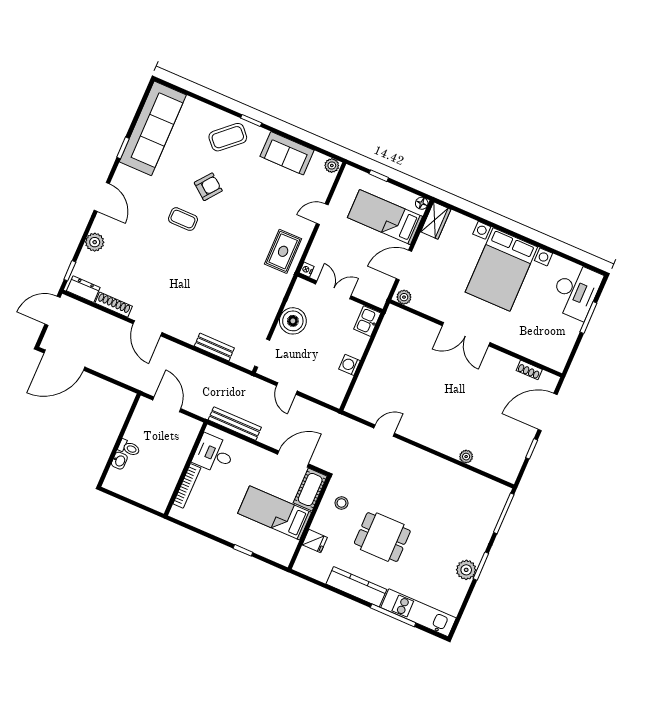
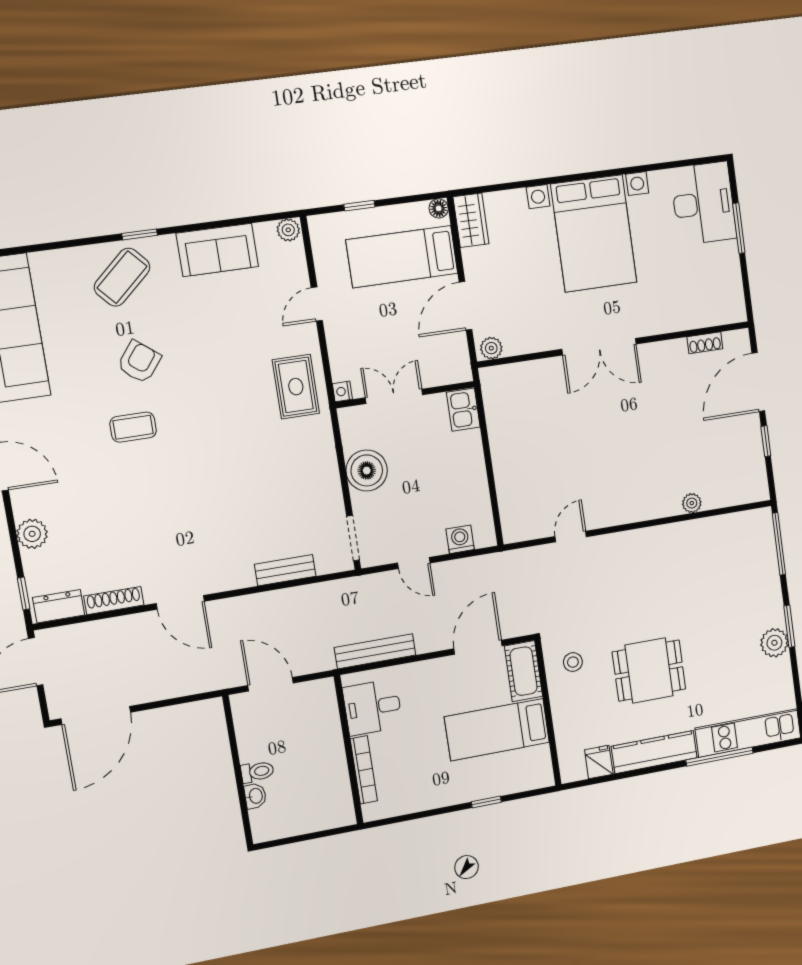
washing machine: (349, 365) -> (460, 539), moved, turned 90
fridge: (315, 541) -> (599, 762), moved, turned -90

